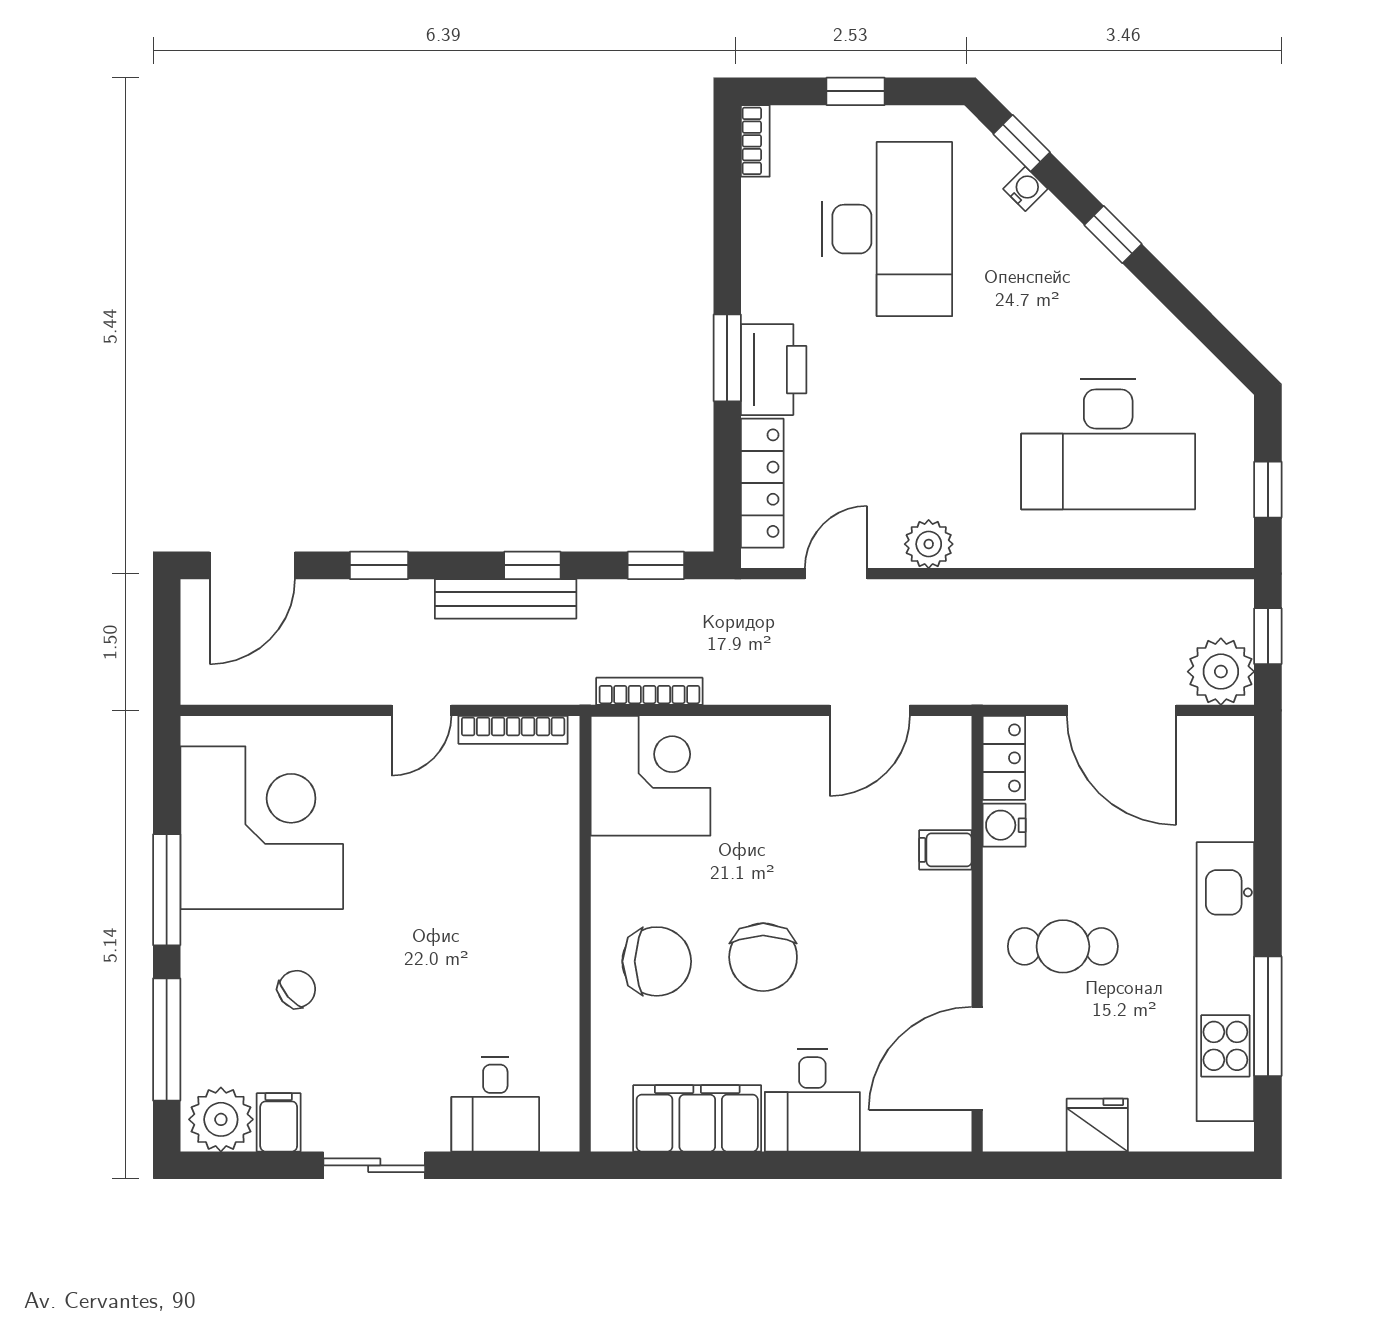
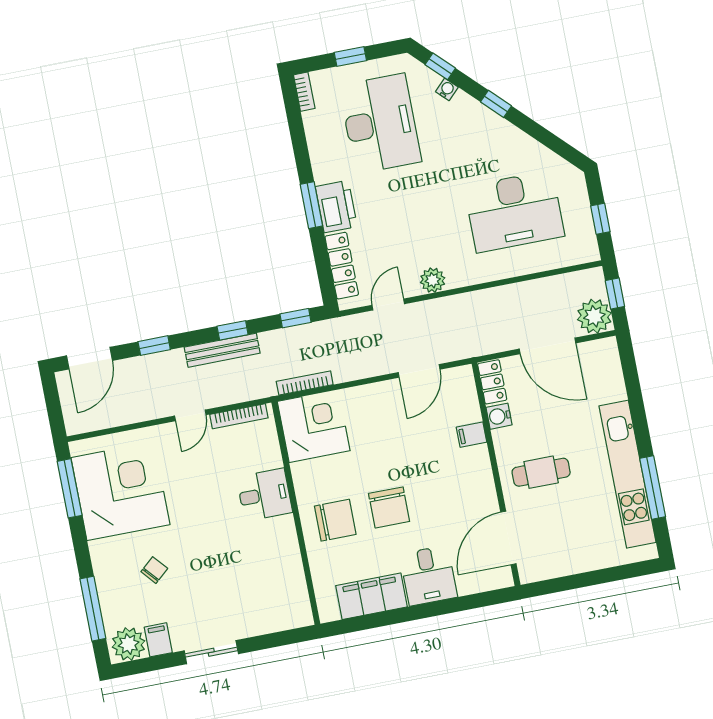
window: (167, 890) -> (70, 488), moved
desk: (495, 1104) -> (264, 495), moved, turned -90
fridge: (1097, 1125) -> (576, 560), removed

